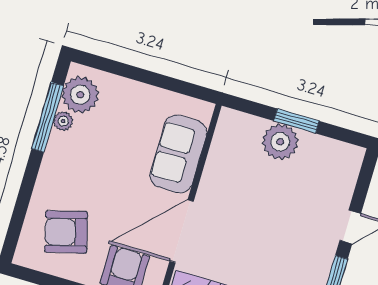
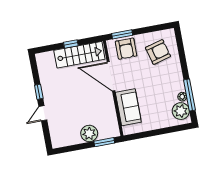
window: (296, 121) -> (104, 142), moved
door: (182, 231) -> (111, 76), swing flipped

